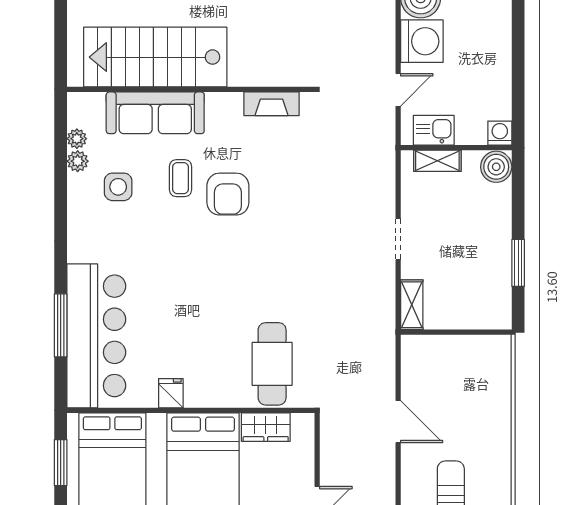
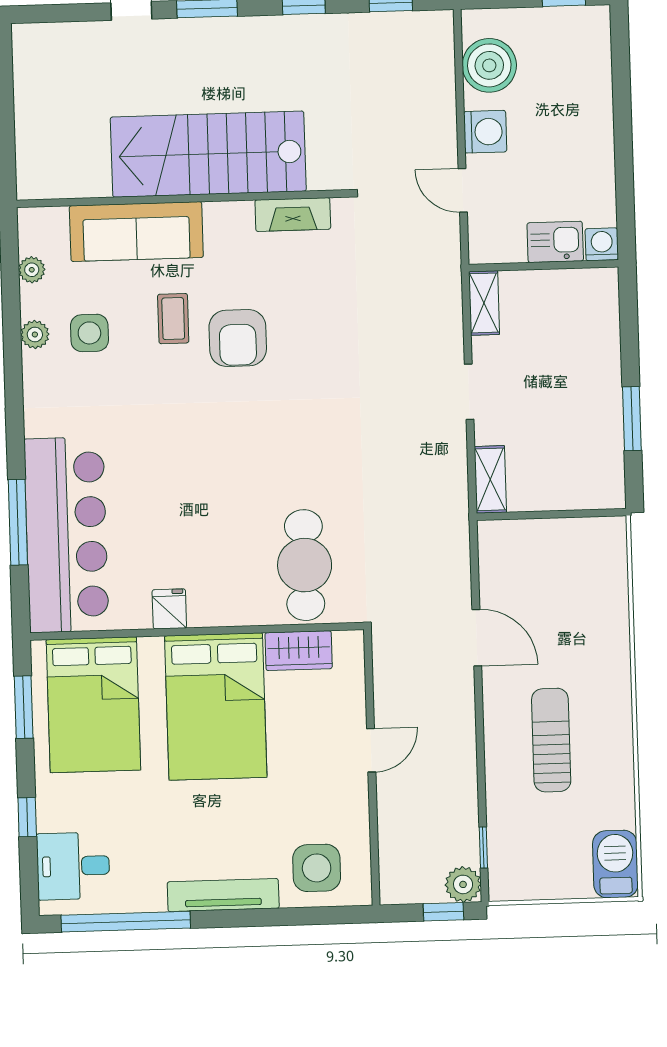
washing machine: (422, 41) -> (485, 132), width x0.73, depth x0.73
stairs: (155, 57) -> (208, 154), moved
door: (398, 90) -> (463, 190), swing flipped
kitchen sink: (434, 130) -> (555, 242), moved
plant: (78, 161) -> (35, 334), moved
shelving: (437, 161) -> (484, 303), moved, turned 90
boiler: (496, 167) -> (598, 290), removed

